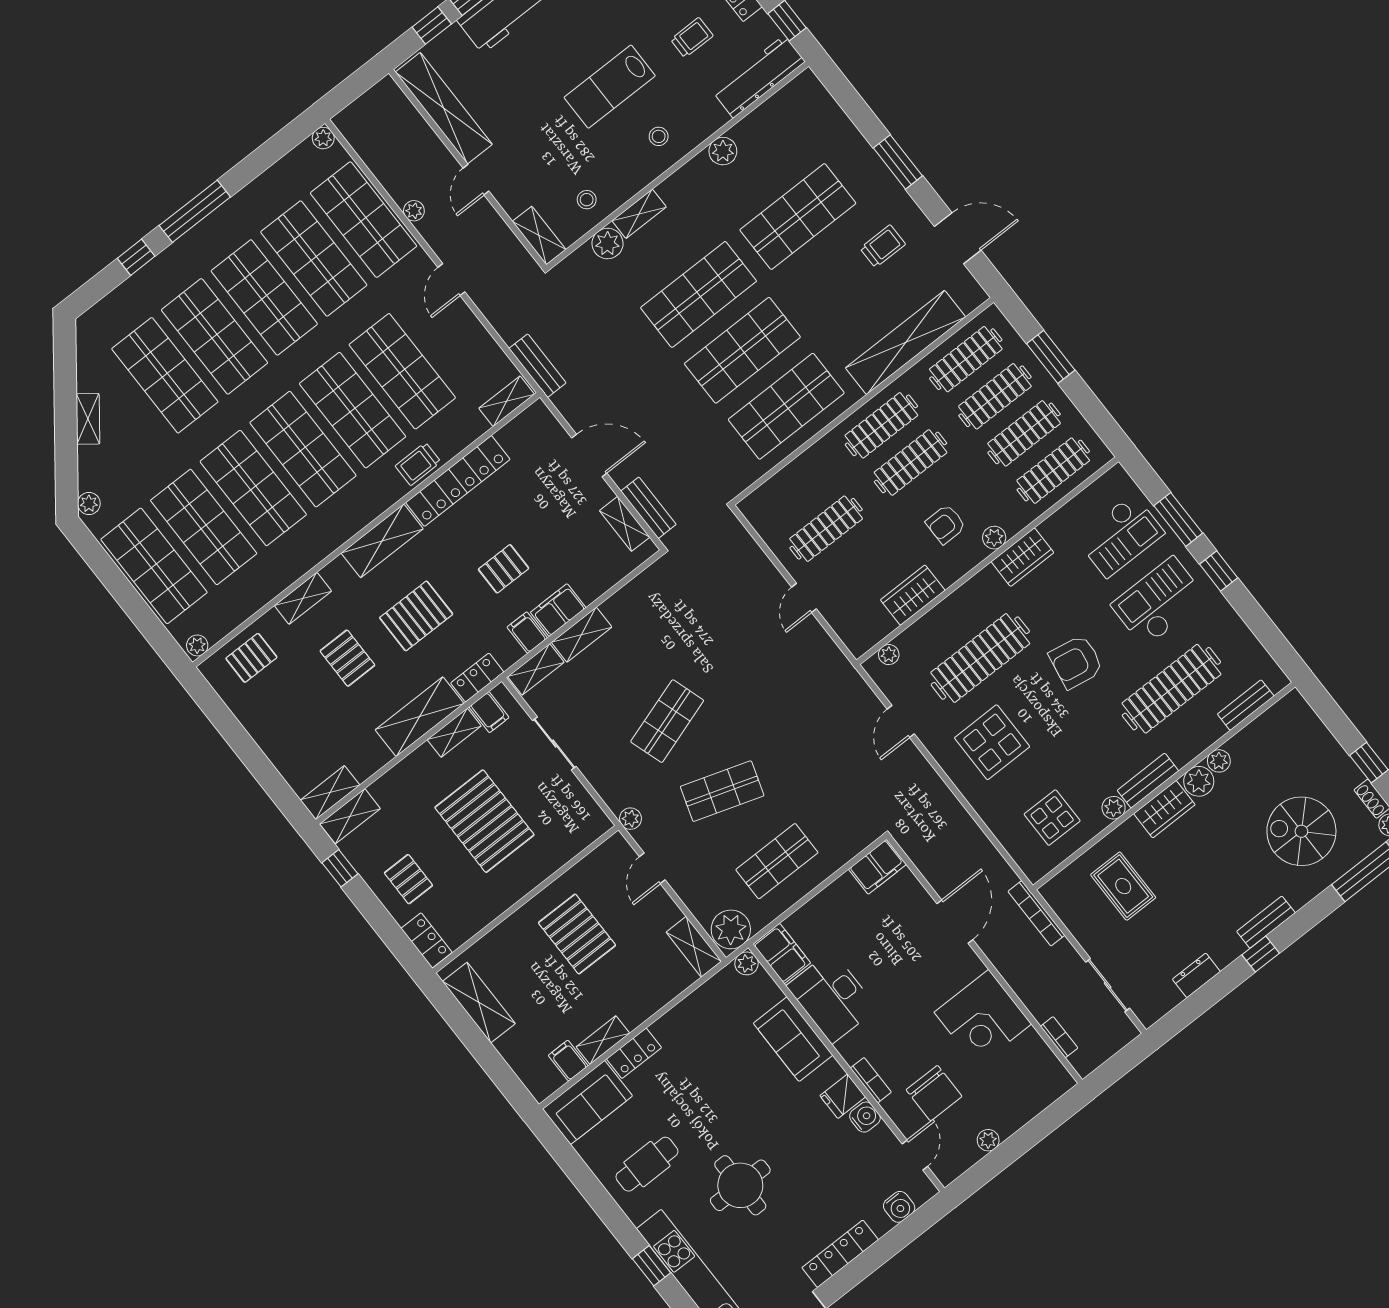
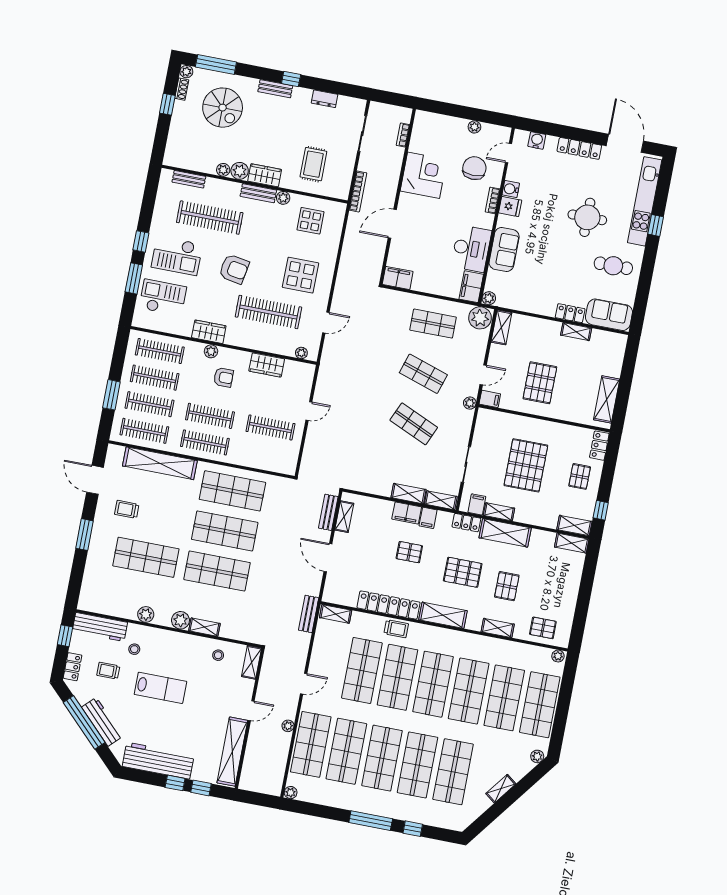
stool: (659, 136) -> (134, 649), moved
plant: (607, 243) -> (180, 620), moved
shop shelf: (667, 721) -> (414, 424), turned 42
filing cabinet: (568, 1061) -> (490, 399), moved, turned -90

